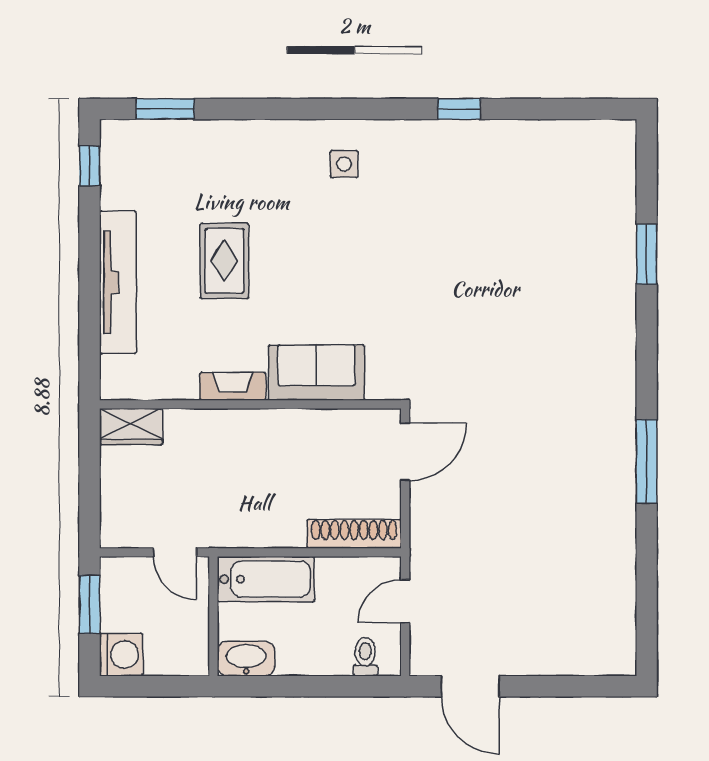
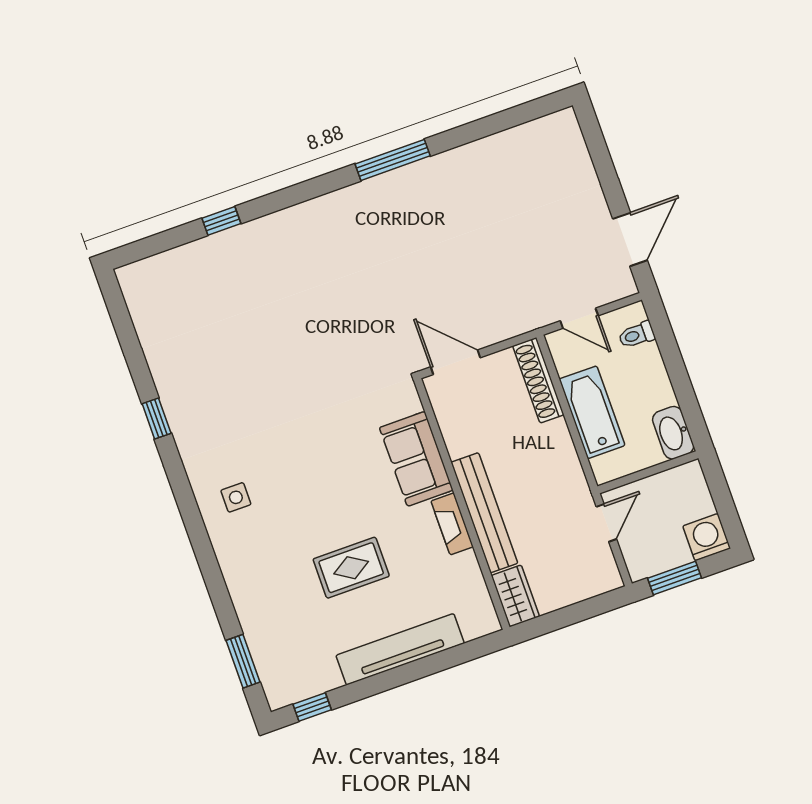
window: (647, 254) -> (221, 221), width x0.67
bench: (232, 425) -> (484, 513), added
bathtub: (266, 579) -> (592, 412), moved

